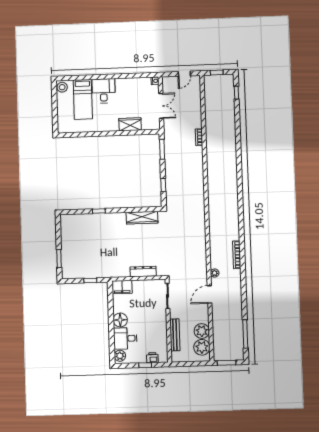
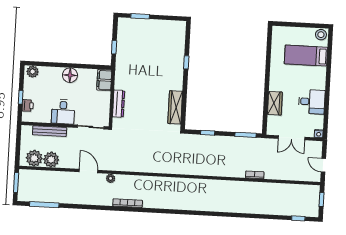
desk: (104, 91) -> (312, 102), moved
desk: (125, 338) -> (63, 112), moved, turned 180

